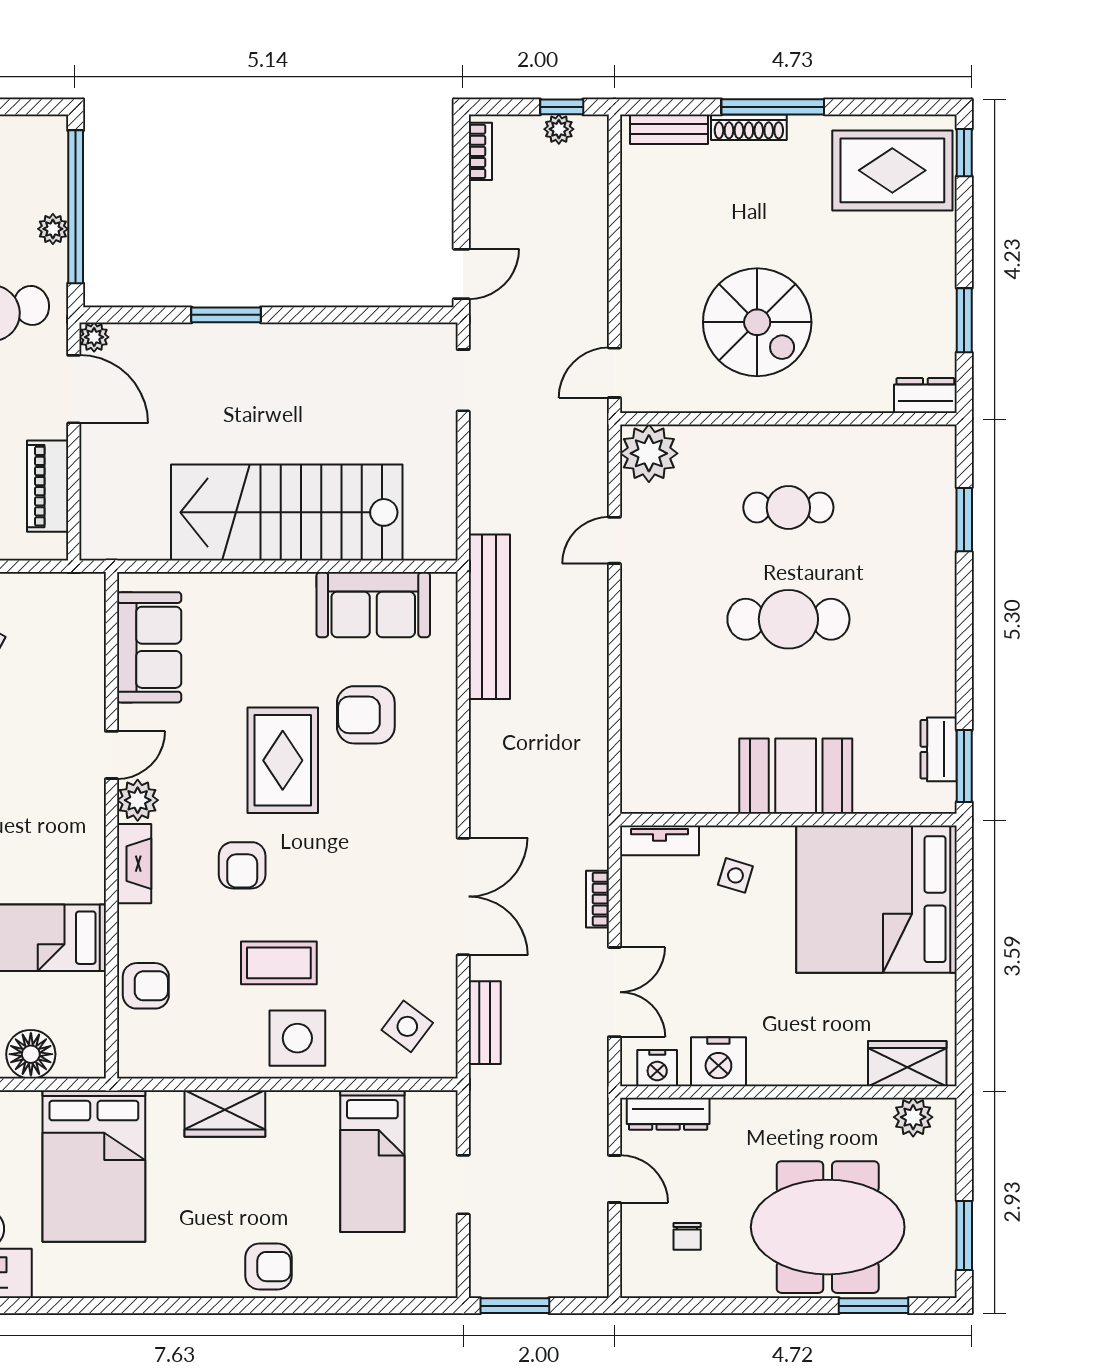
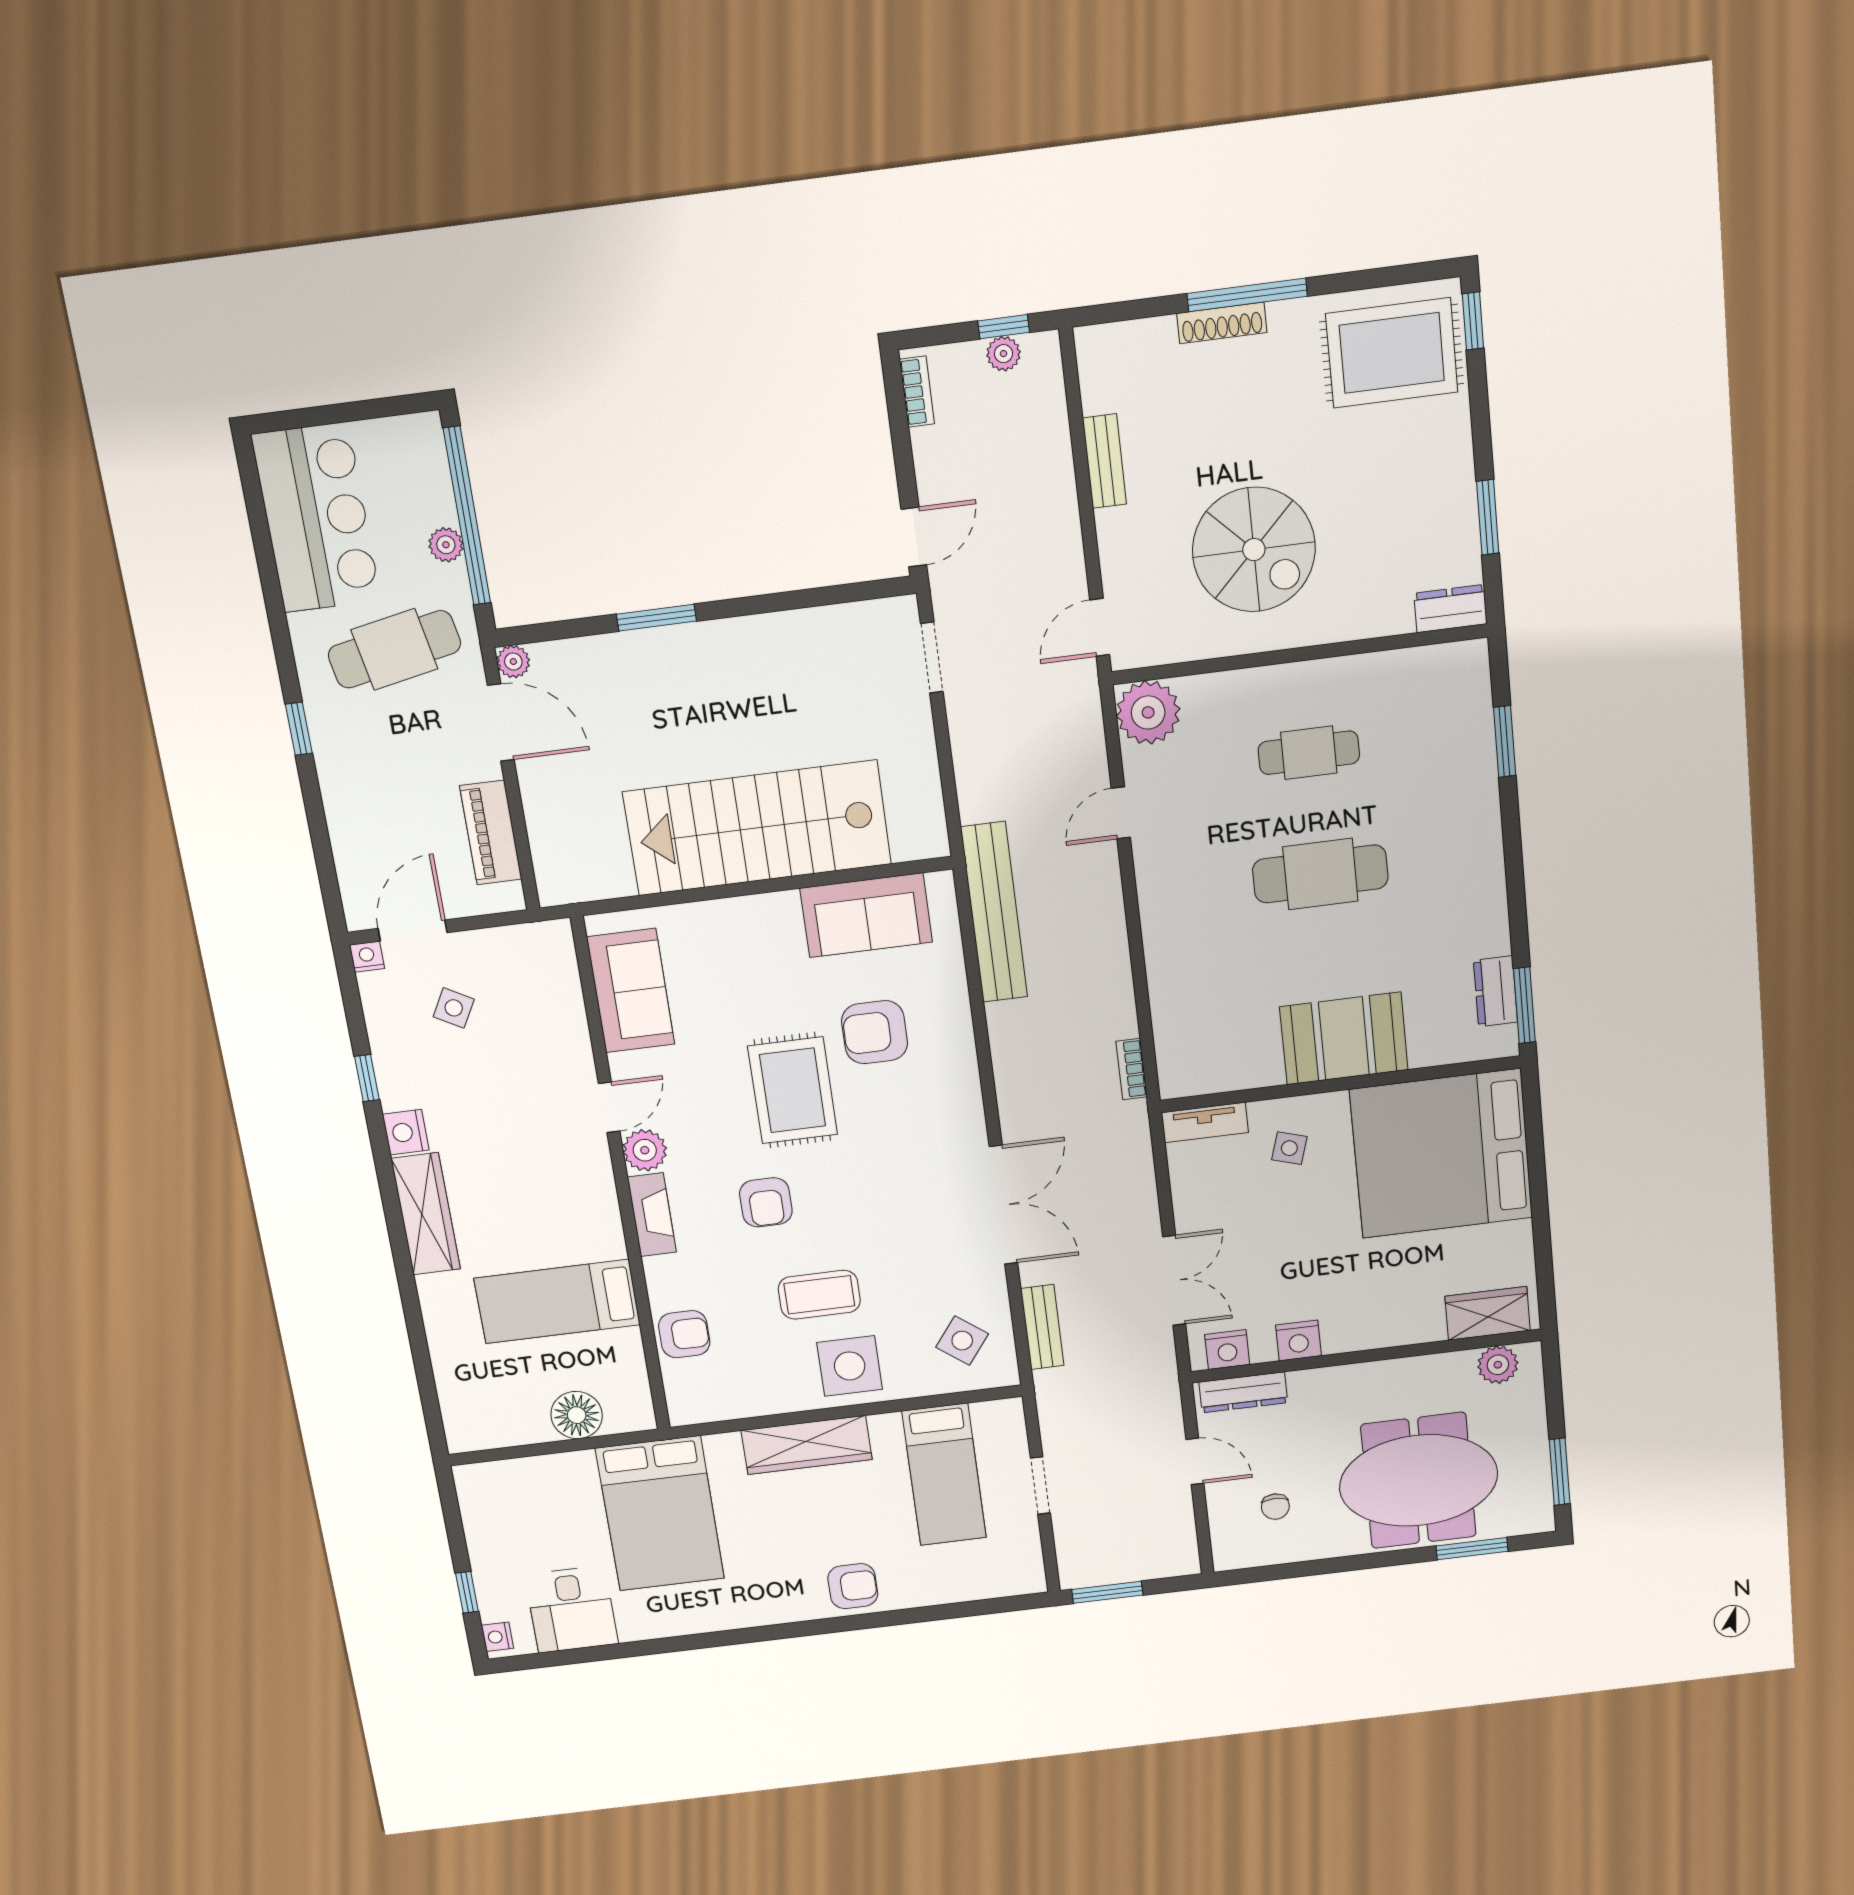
bench: (669, 129) -> (1104, 461), moved, turned 90
bookcase: (597, 899) -> (1132, 1069), moved
nightstand: (718, 1062) -> (1298, 1340), width x0.74, depth x0.75
wardrobe: (225, 1113) -> (807, 1445), width x1.50

